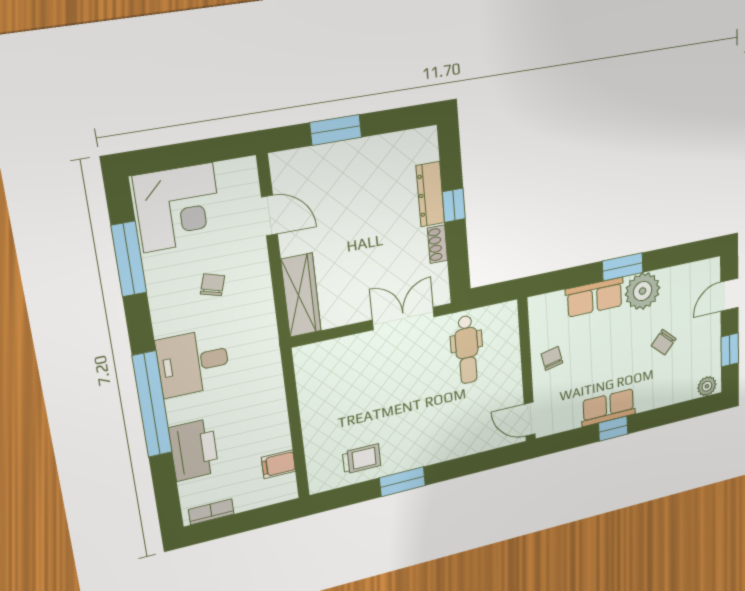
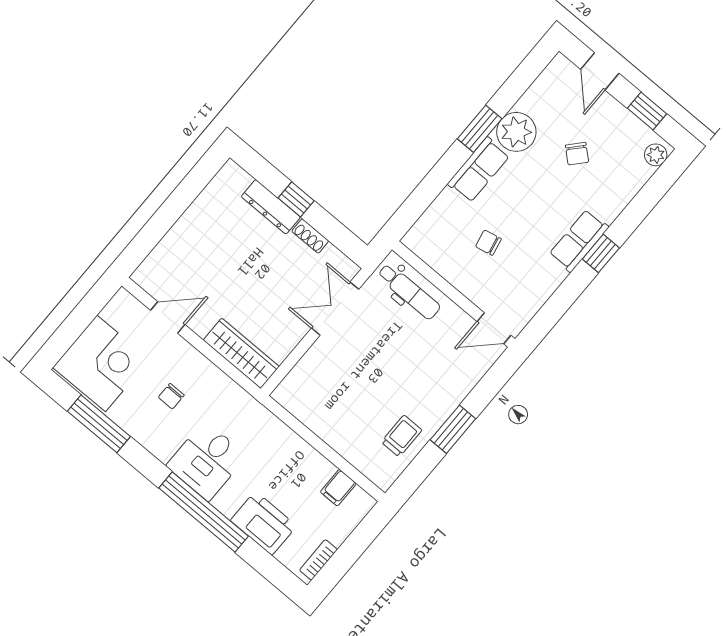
window: (336, 130) -> (161, 223), removed
chair: (213, 285) -> (171, 396), turned -107
wall: (527, 370) -> (453, 294), moved
door: (530, 419) -> (494, 328), moved

